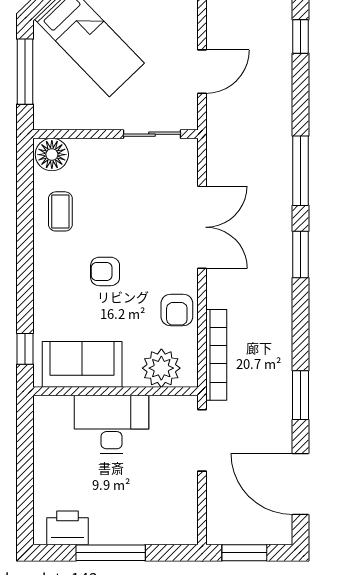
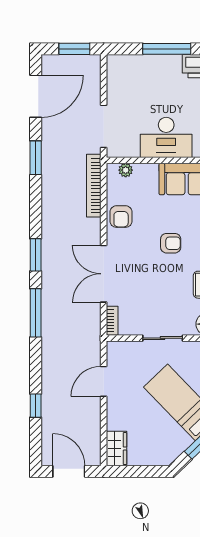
sliding door: (152, 134) -> (163, 338), moved
bookcase: (190, 159) -> (112, 321), added
armchair: (177, 310) -> (121, 217), turned 180
plant: (161, 368) -> (126, 170), width x0.53, depth x0.53
door: (300, 484) -> (36, 96), hinge flipped

